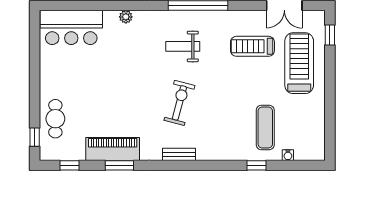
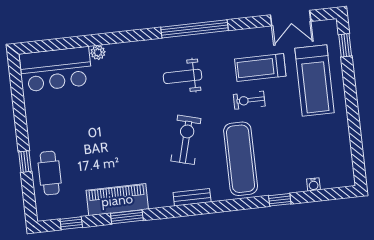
plant: (126, 17) -> (98, 52), moved
treadmill: (299, 63) -> (315, 81), turned 180
exercise bike: (239, 74) -> (249, 100), added
exercise mat: (265, 127) -> (241, 159), moved, width x1.36, depth x1.45
window: (35, 137) -> (25, 162), moved

